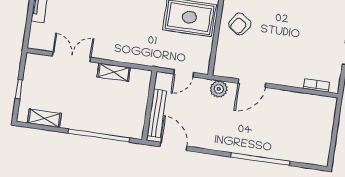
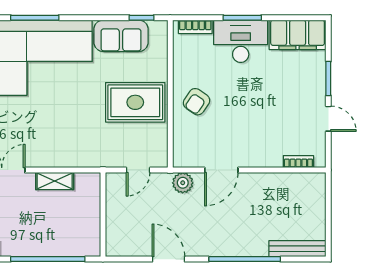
bench: (157, 113) -> (297, 249), moved, turned 90
door: (173, 146) -> (168, 259), moved

